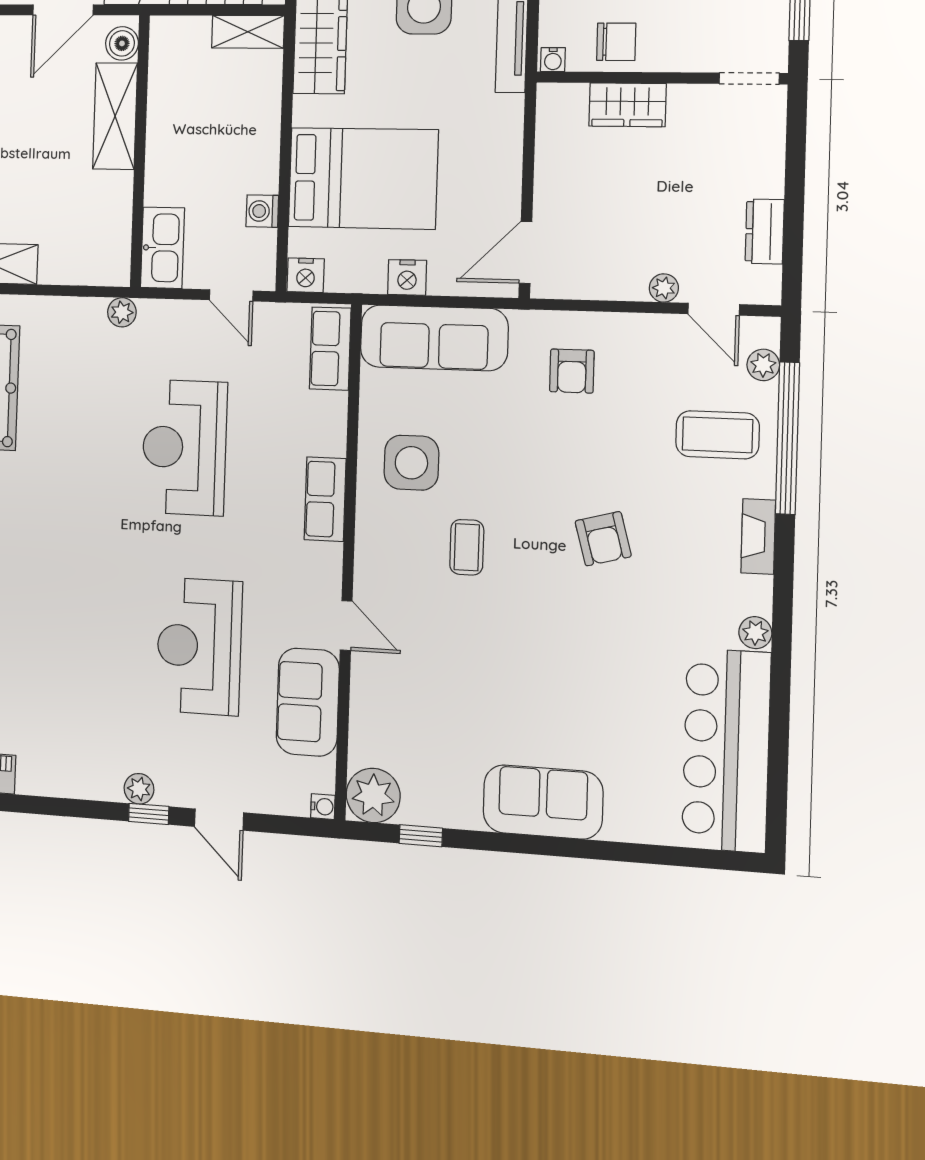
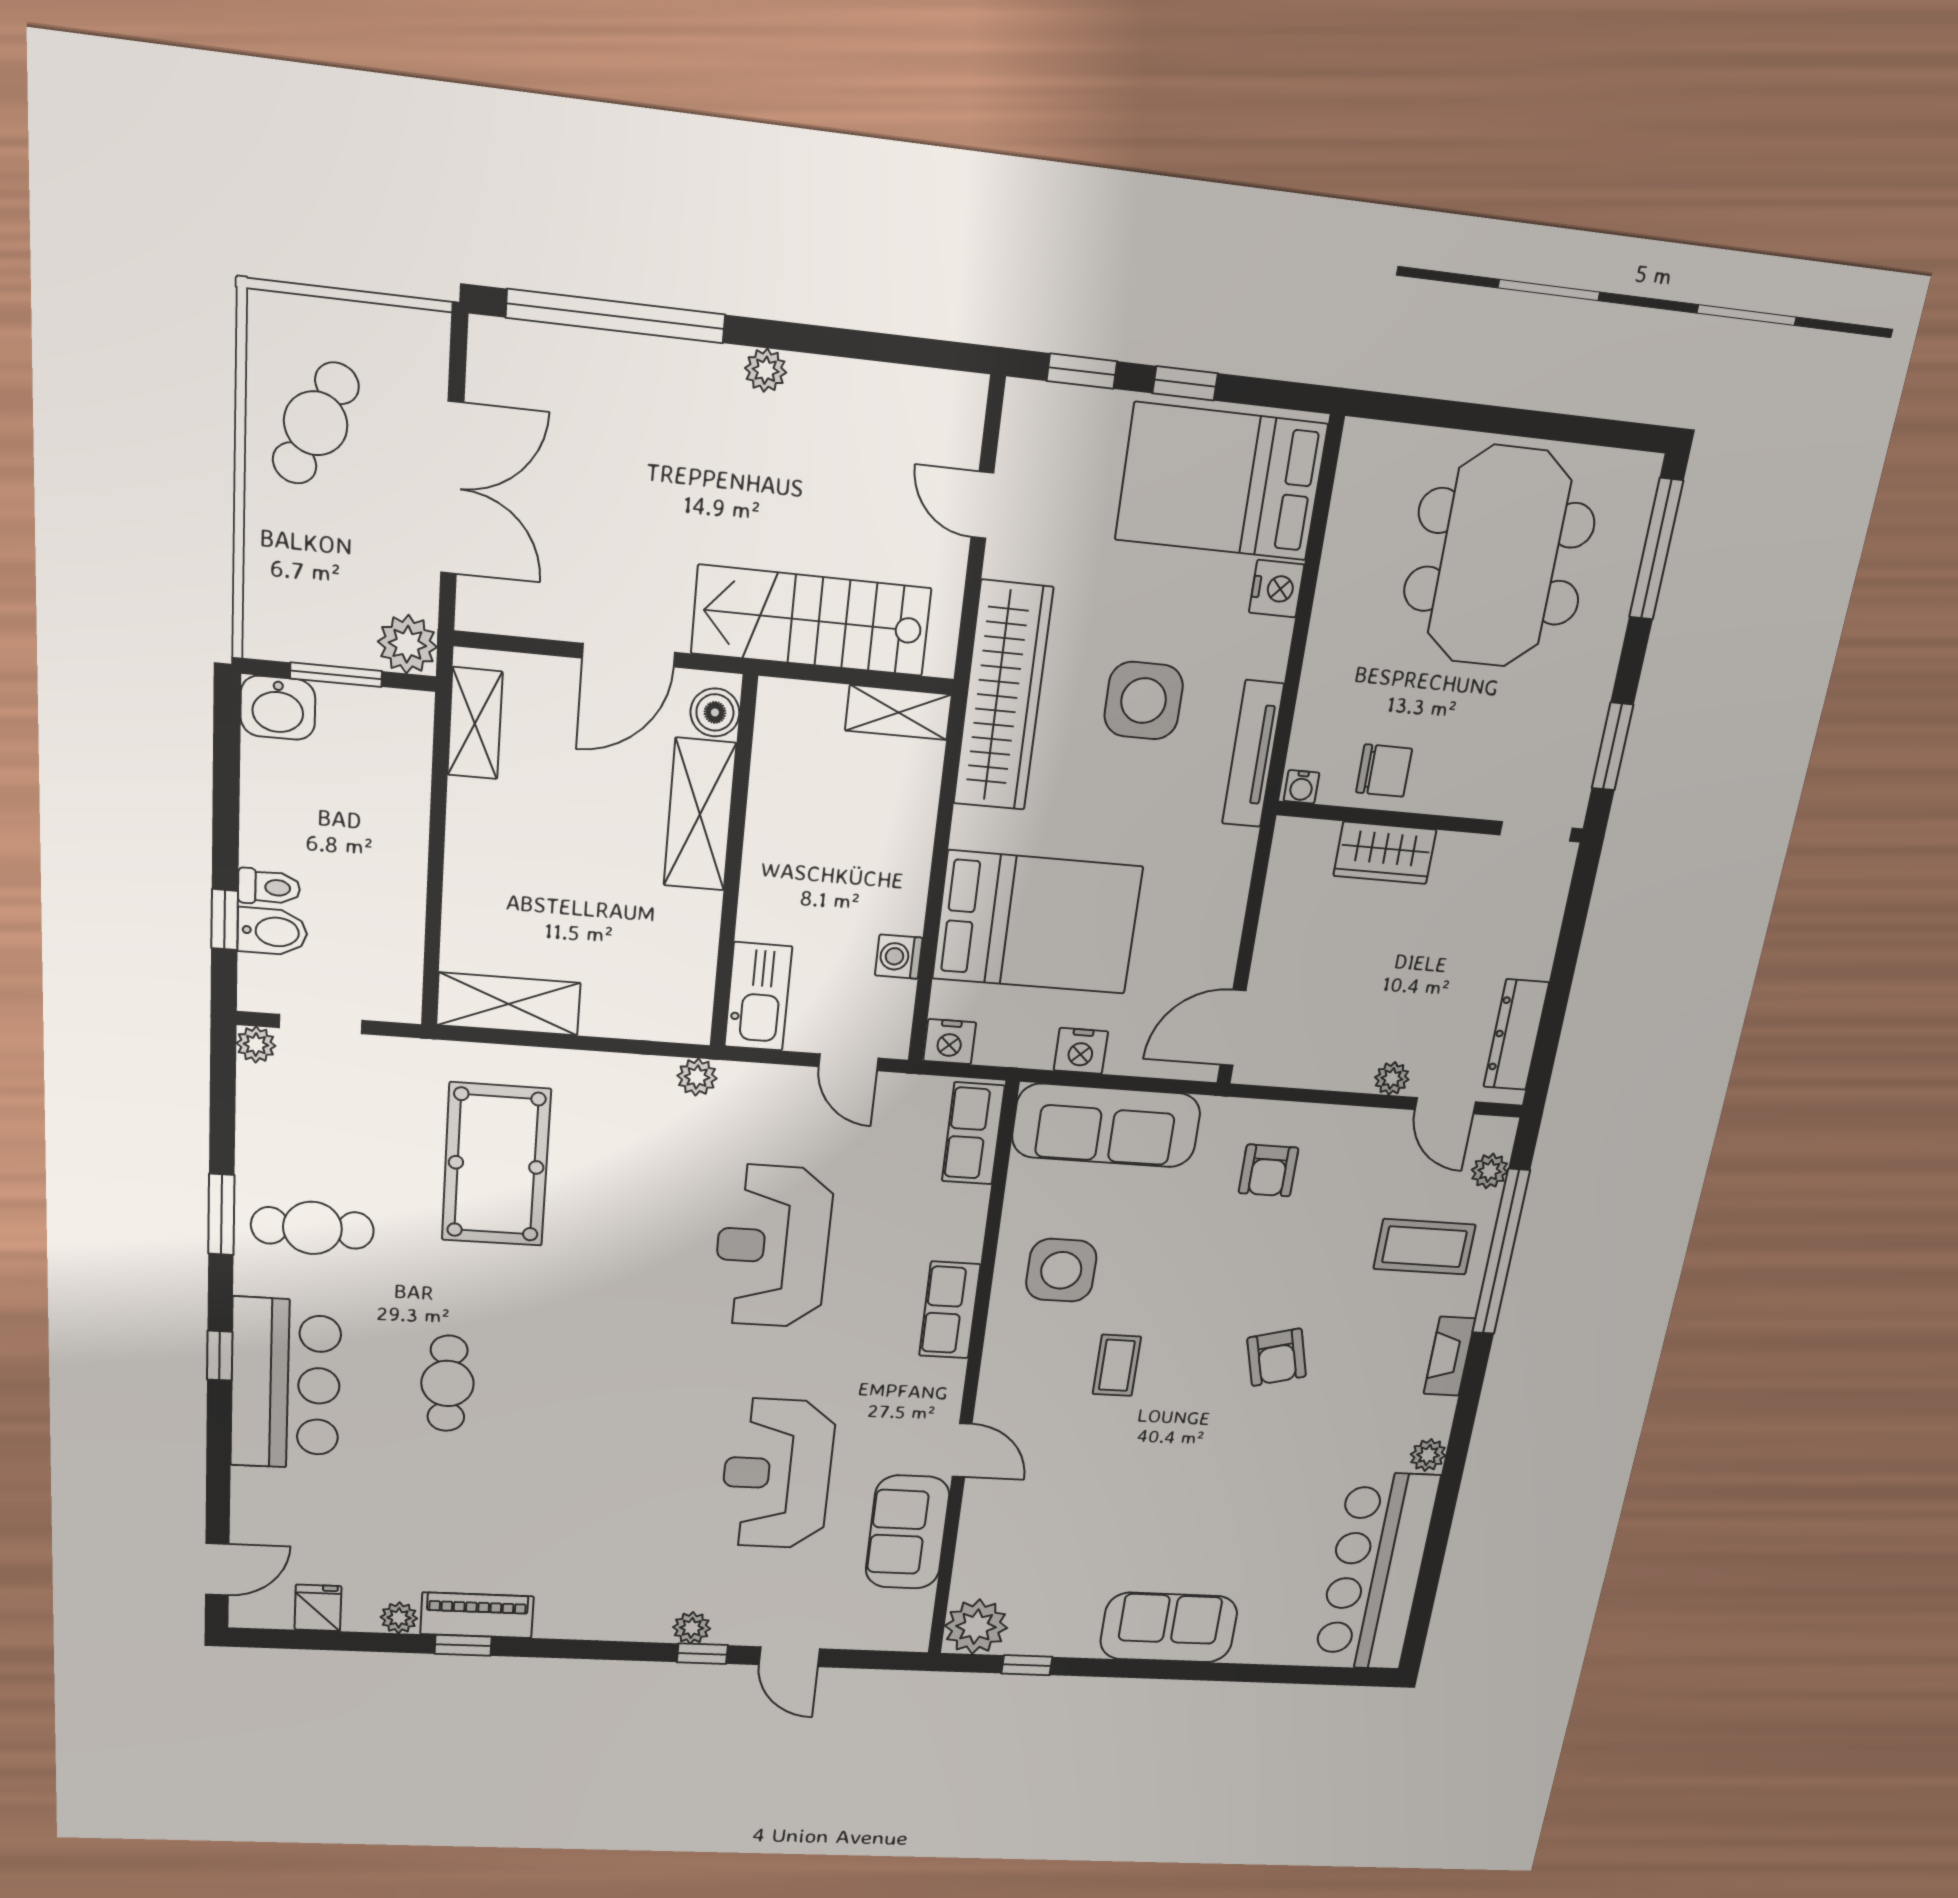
dresser: (765, 232) -> (1516, 1035), width x1.44
water cooler: (323, 807) -> (916, 1640), removed

